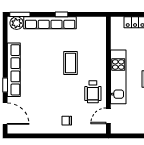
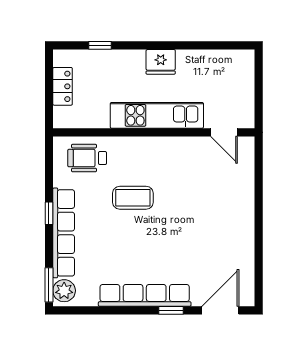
wheelchair: (93, 92) -> (87, 158), moved, turned 180
chair: (67, 121) -> (232, 204), removed

